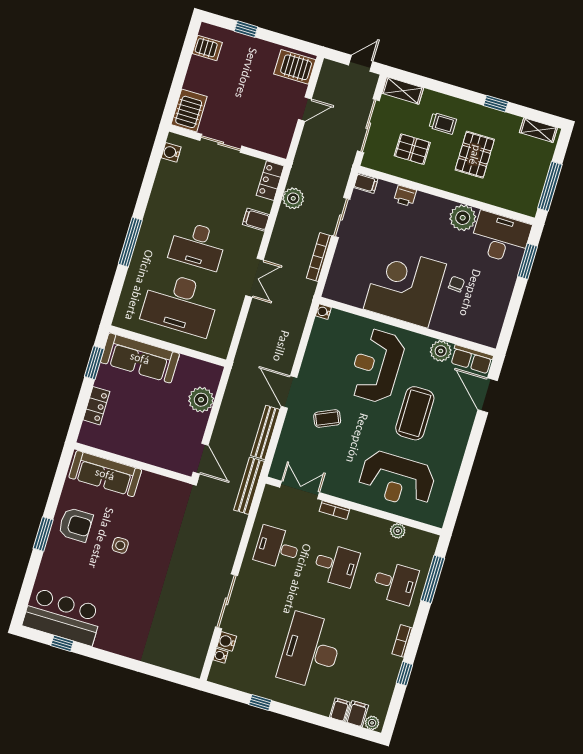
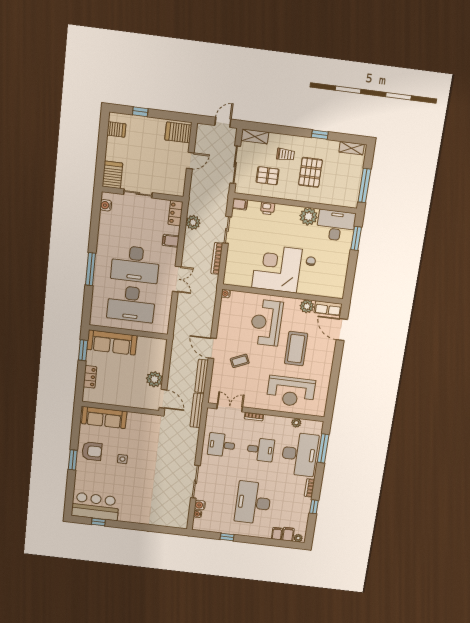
desk: (198, 246) -> (135, 264), width x1.36, depth x1.30
plant: (201, 400) -> (154, 379), moved
desk: (395, 583) -> (300, 454), width x1.87, depth x1.30

